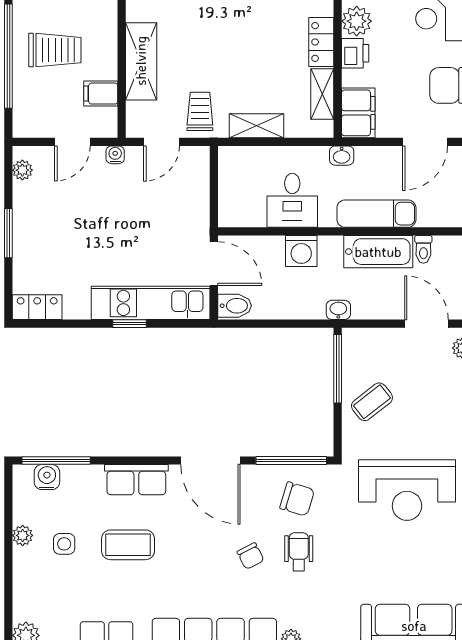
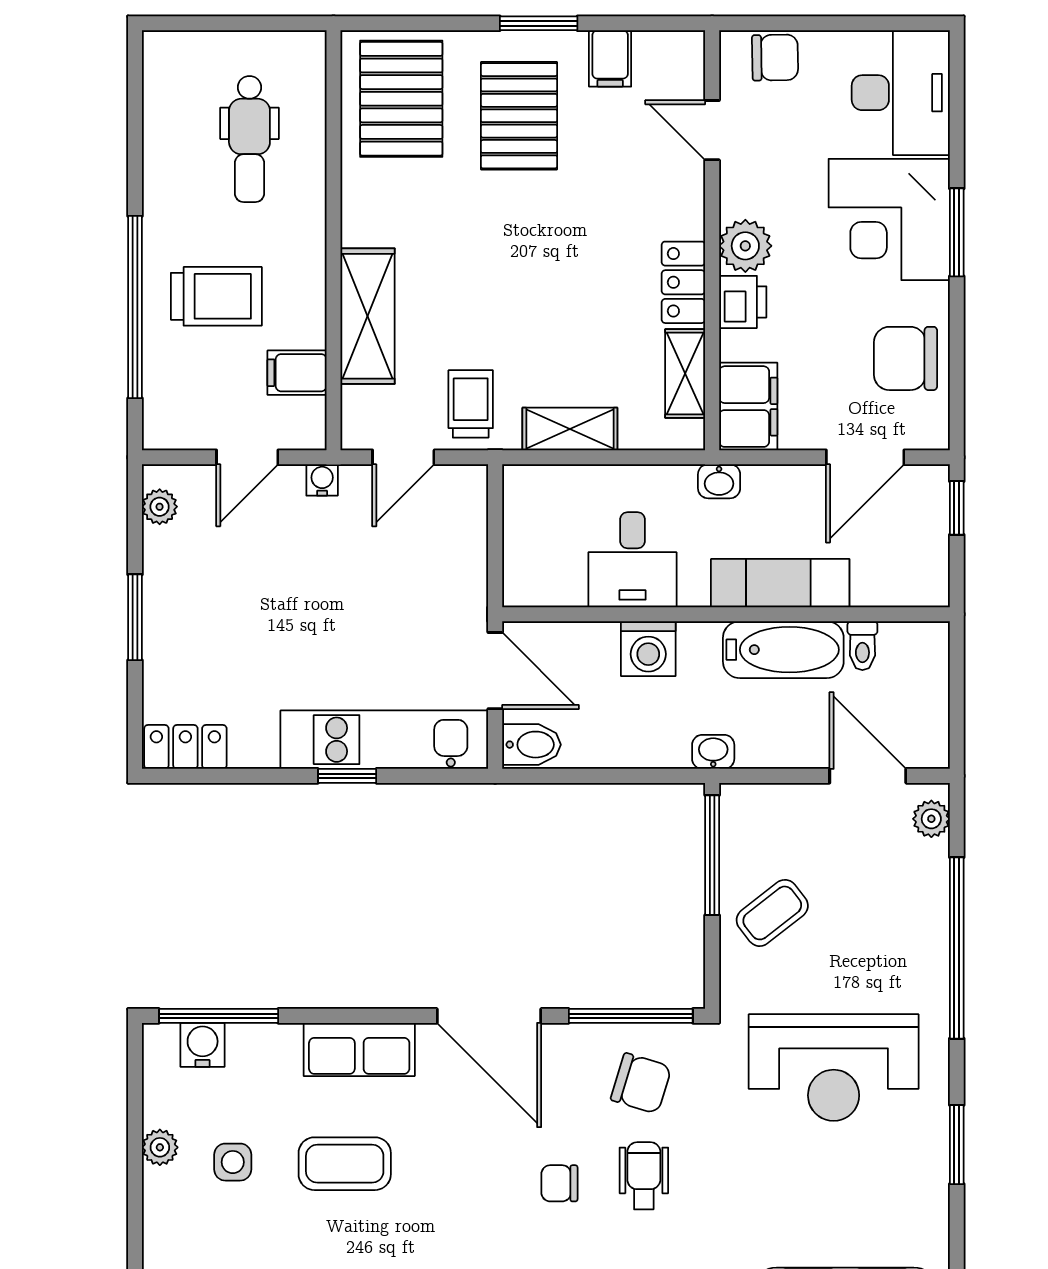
chair: (251, 556) -> (559, 1183), turned 117

